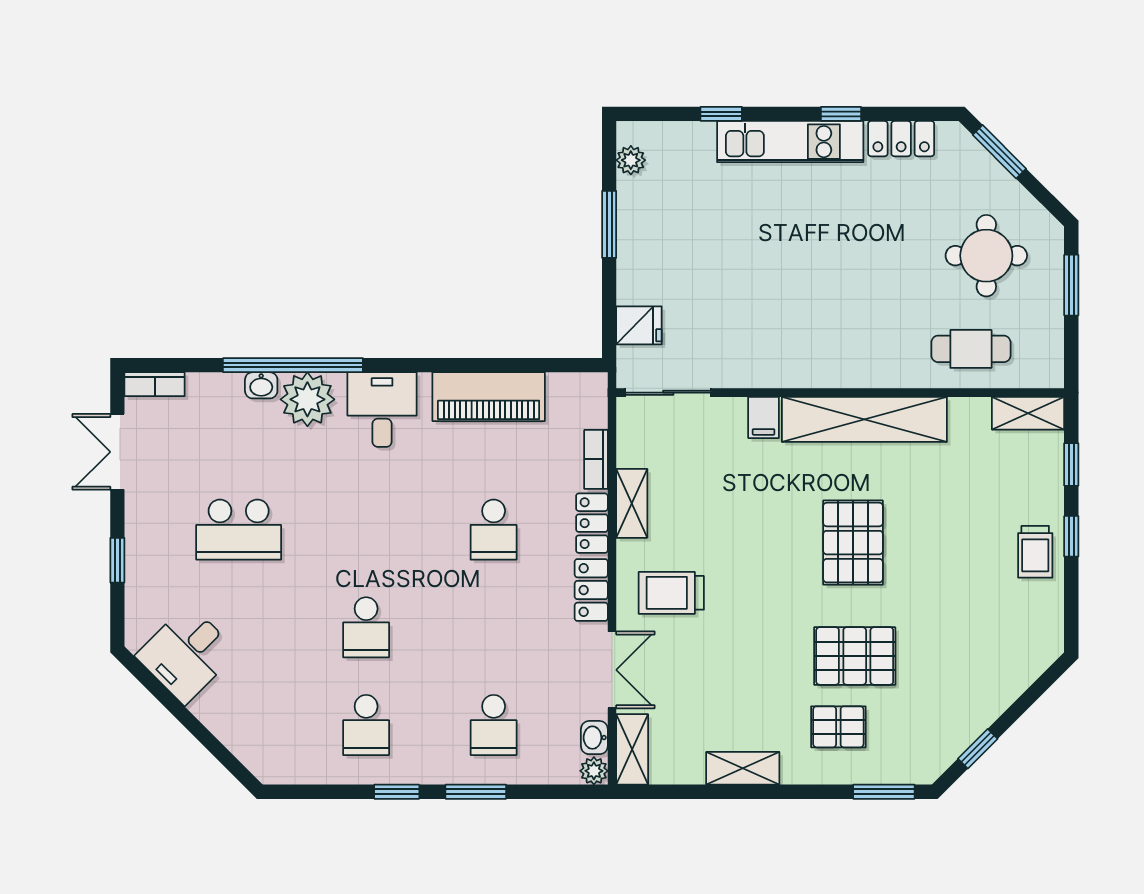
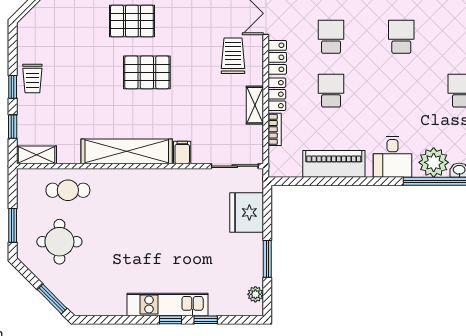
window: (841, 114) -> (171, 320), moved
locker: (901, 139) -> (106, 306), removed
fridge: (639, 325) -> (247, 212), width x1.88, depth x1.34
pallet: (853, 543) -> (147, 72), moved, turned 90
trolley: (1035, 552) -> (32, 78), turned 180
trolley: (671, 593) -> (233, 56), turned -90
school desk: (494, 627) -> (331, 37), added

